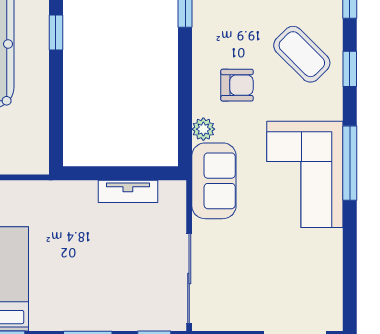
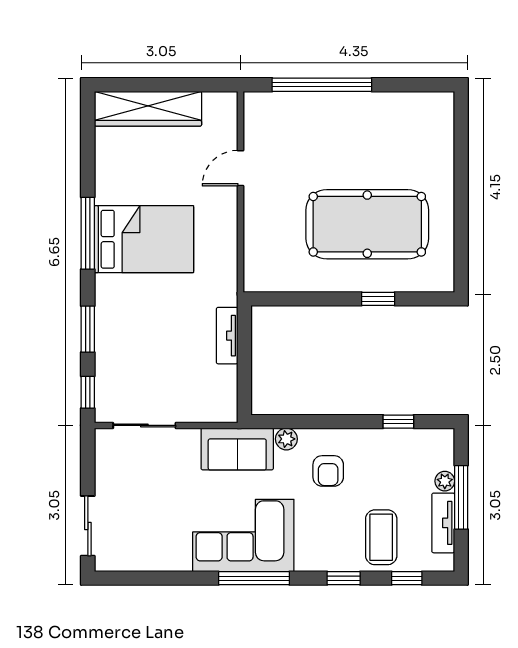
coffee table: (302, 54) -> (381, 537), moved, turned -45
tv unit: (128, 191) -> (227, 336), moved
sliding door: (189, 278) -> (144, 425), width x0.73

